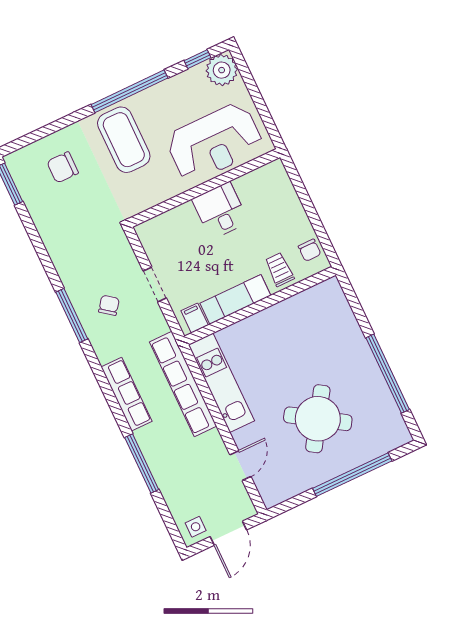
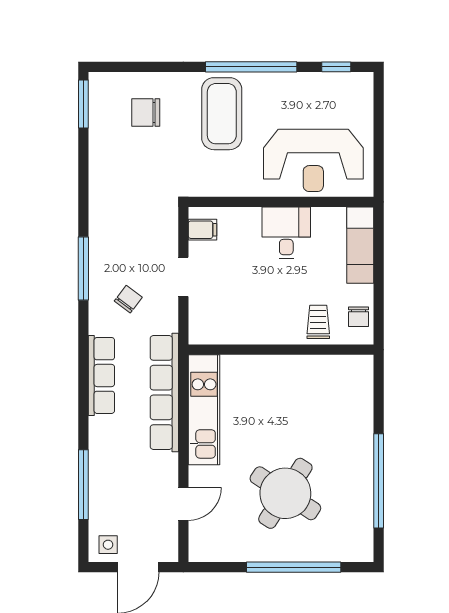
plant: (222, 70) -> (356, 90), removed
exam couch: (235, 299) -> (360, 245), moved, turned -90
chair: (109, 305) -> (128, 299), moved
filing cabinet: (195, 318) -> (203, 230), moved, turned 90
window: (142, 463) -> (83, 485), moved

